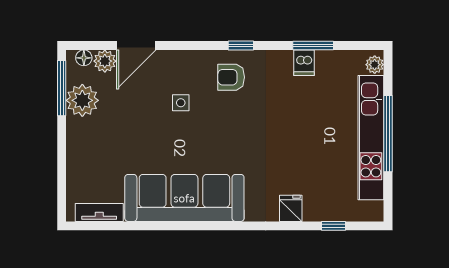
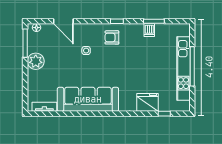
door: (136, 46) -> (63, 21), hinge flipped
plant: (105, 61) -> (47, 29), removed
plant: (375, 65) -> (185, 31), removed
plant: (82, 100) -> (36, 61), moved
fridge: (291, 208) -> (147, 102), width x1.88, depth x1.34

